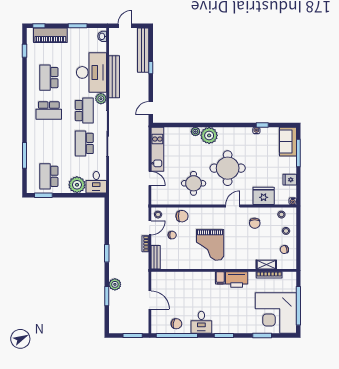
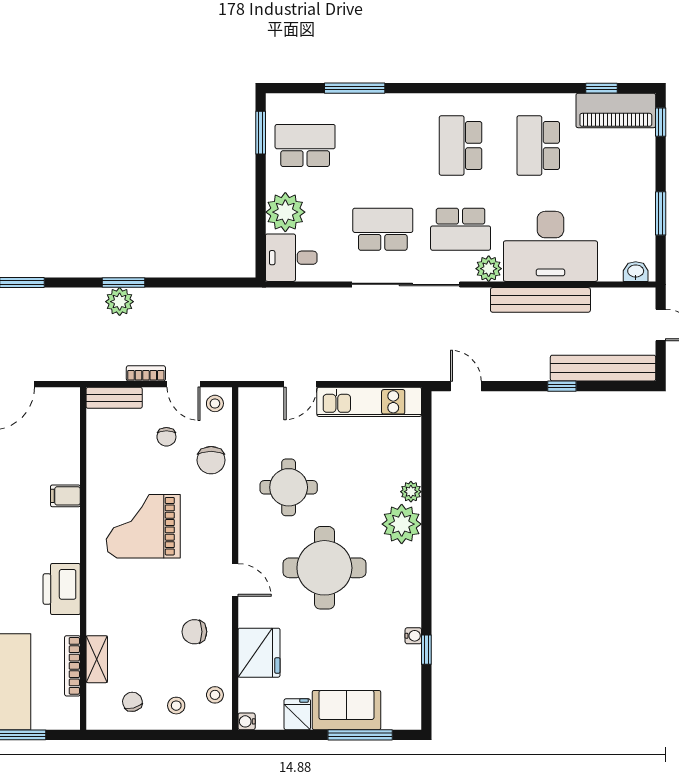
piano: (50, 35) -> (616, 110), moved, turned -90
school desk: (49, 78) -> (538, 145), turned -90
sofa: (288, 142) -> (346, 710), moved
filing cabinet: (220, 278) -> (65, 496), moved
plant: (115, 284) -> (120, 302), moved

